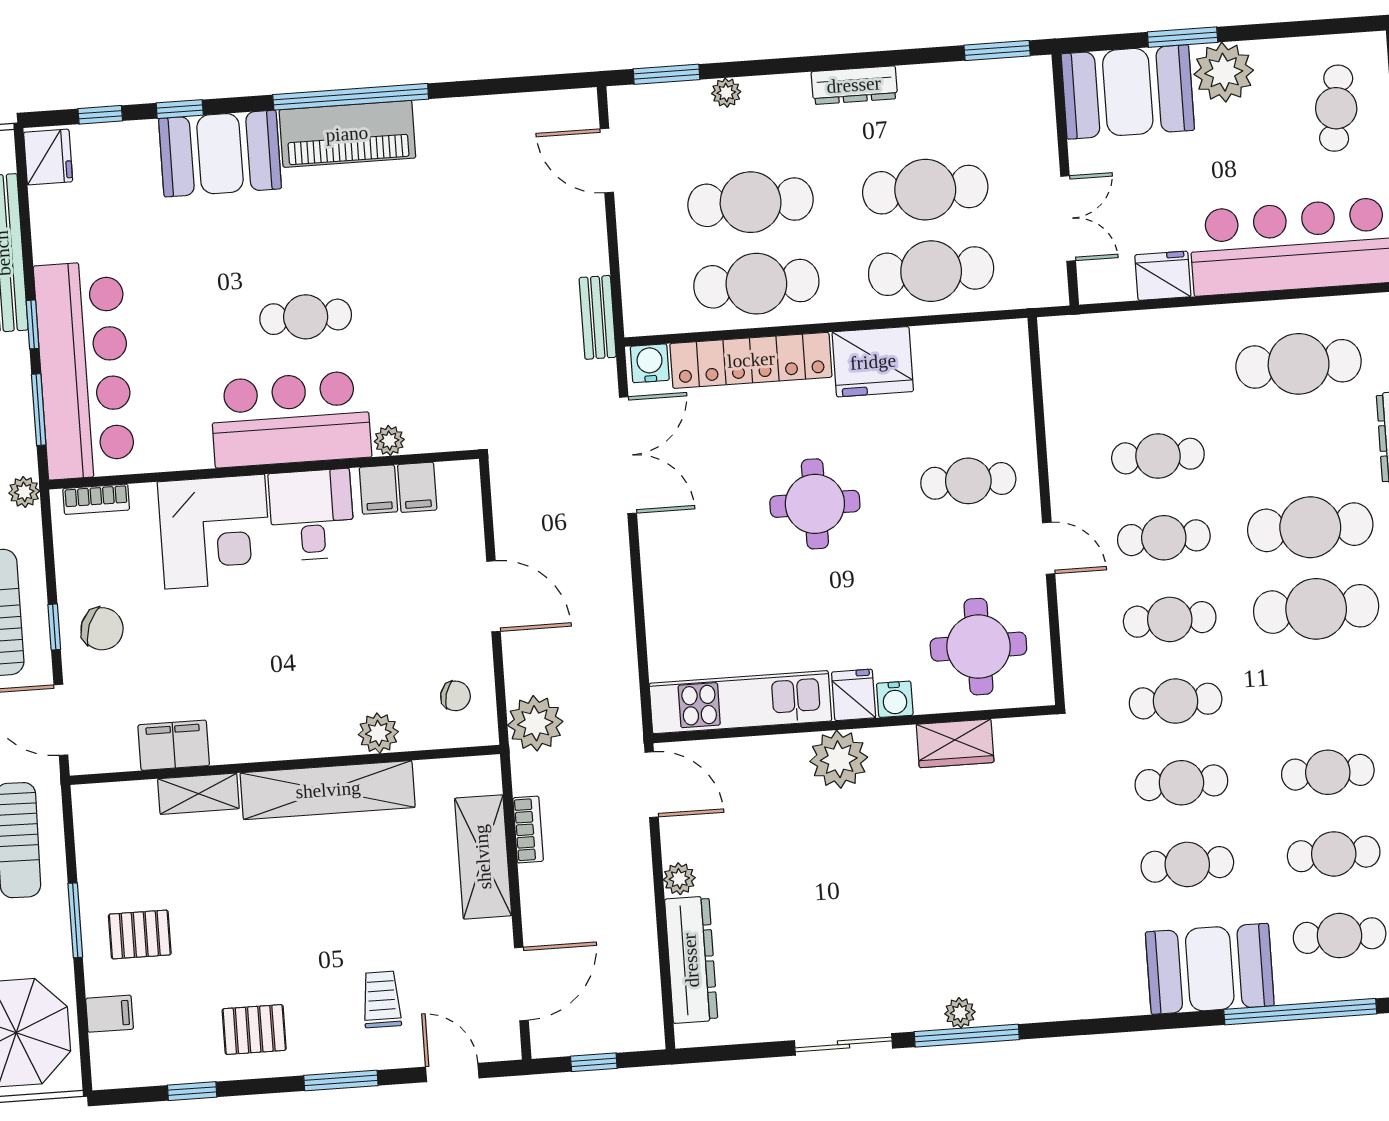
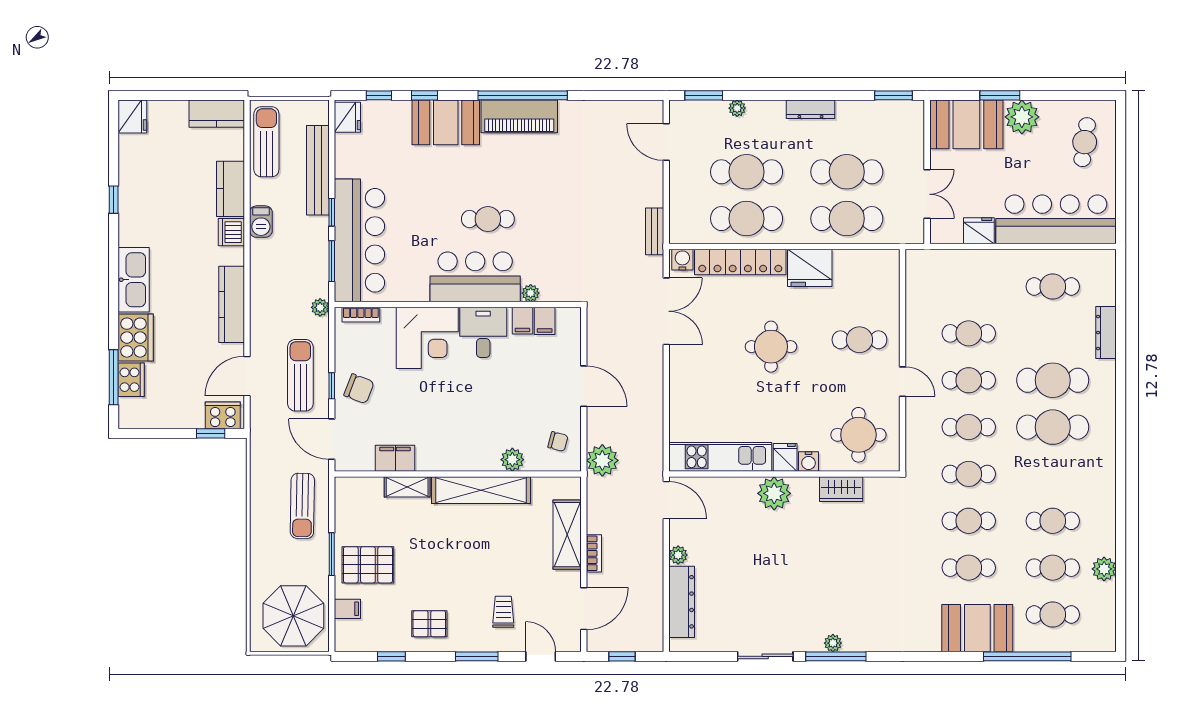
cafe table: (1299, 364) -> (1053, 287), width x0.73, depth x0.74
bookcase: (528, 830) -> (594, 553), moved
pallet: (140, 934) -> (368, 565), width x1.50, depth x1.42

